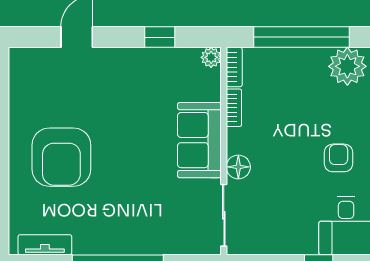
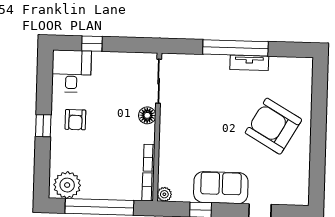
sofa: (199, 140) -> (221, 188), moved, turned -90
armchair: (61, 157) -> (273, 126), turned -60
tv unit: (45, 245) -> (249, 63), moved

